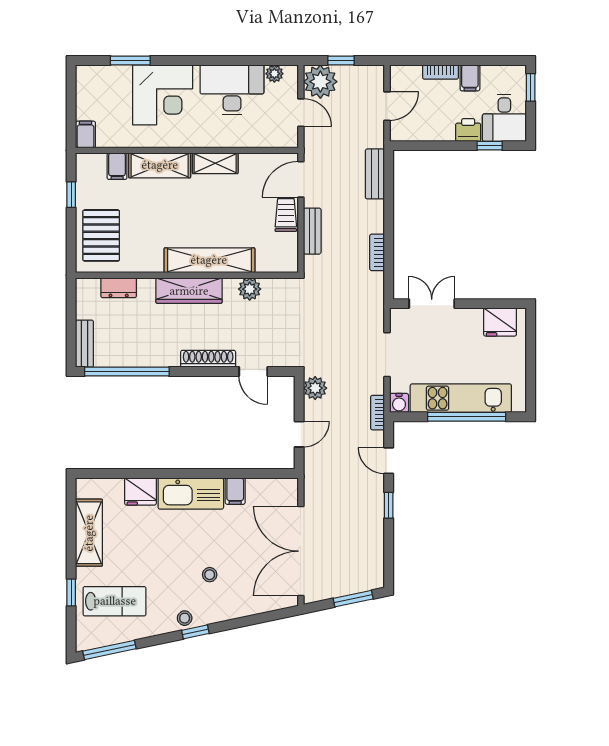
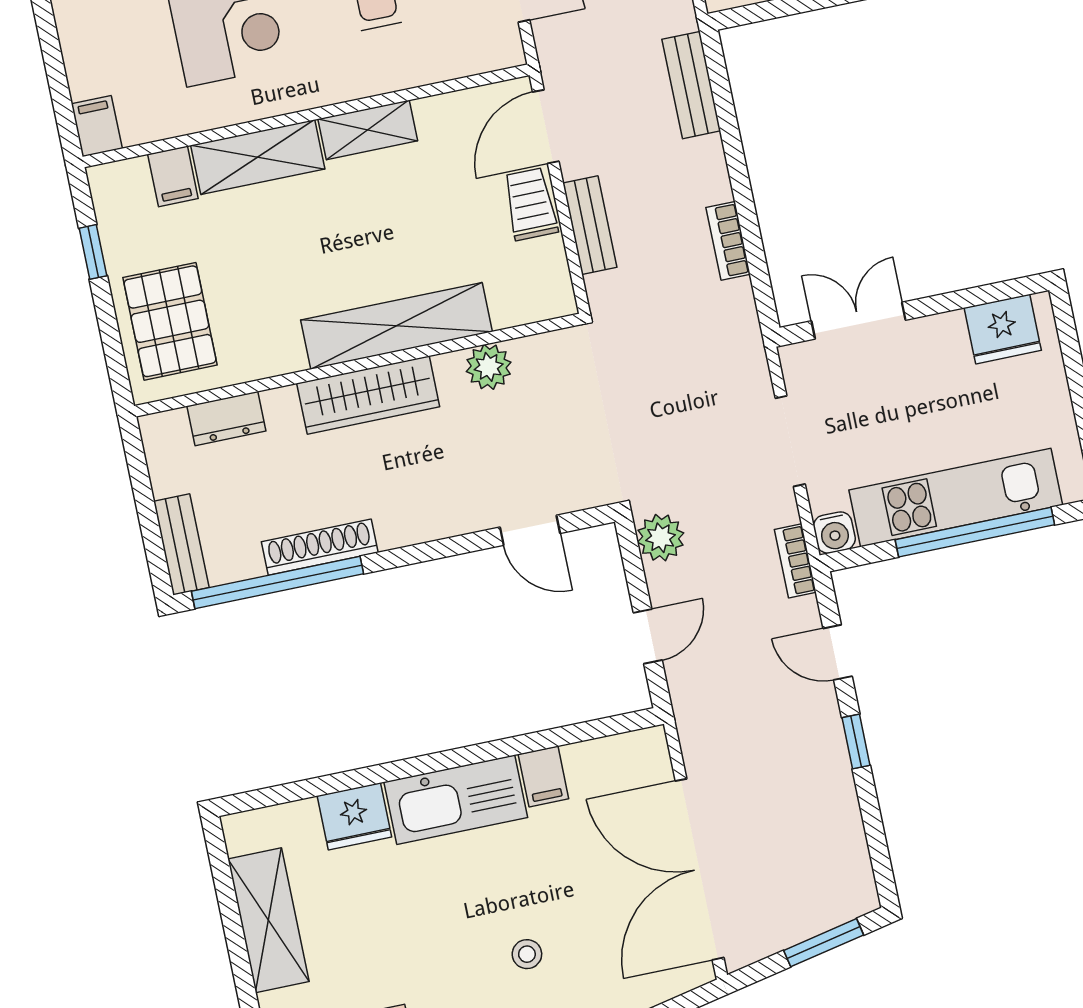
shoe rack: (208, 359) -> (320, 547), moved

